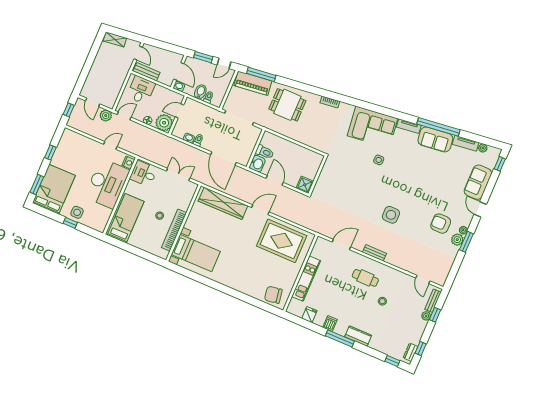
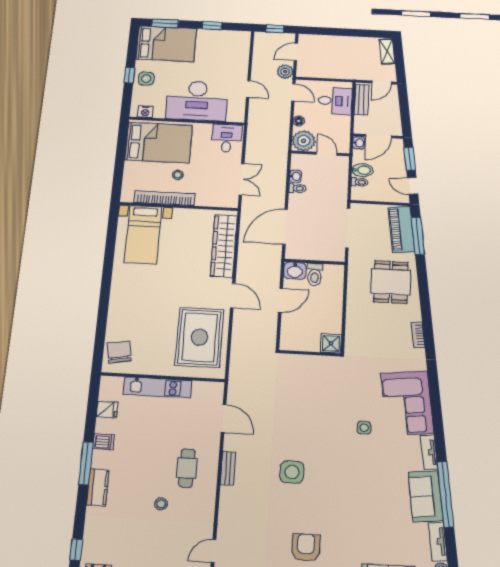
nightstand: (128, 163) -> (145, 112), moved
shower: (305, 185) -> (331, 343), moved
bed: (126, 218) -> (159, 143), width x1.50

